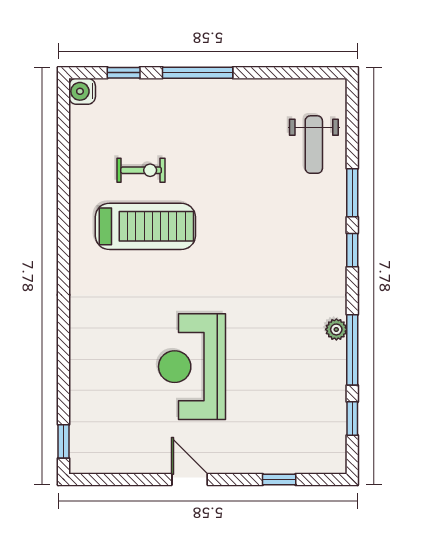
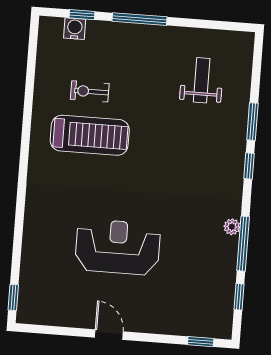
water cooler: (82, 91) -> (75, 29), moved, turned 90
weight bench: (314, 145) -> (202, 80), moved, turned 180
exercise bike: (141, 170) -> (90, 91), turned 180
reception desk: (192, 367) -> (118, 247), turned 90
window: (279, 480) -> (201, 342), moved

